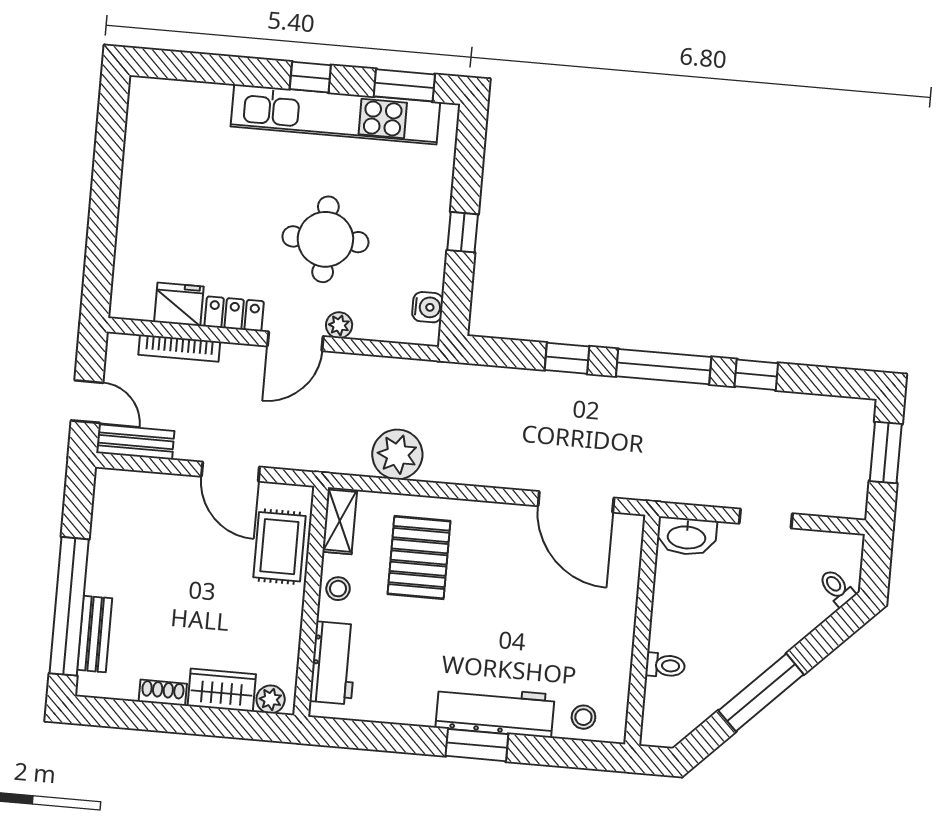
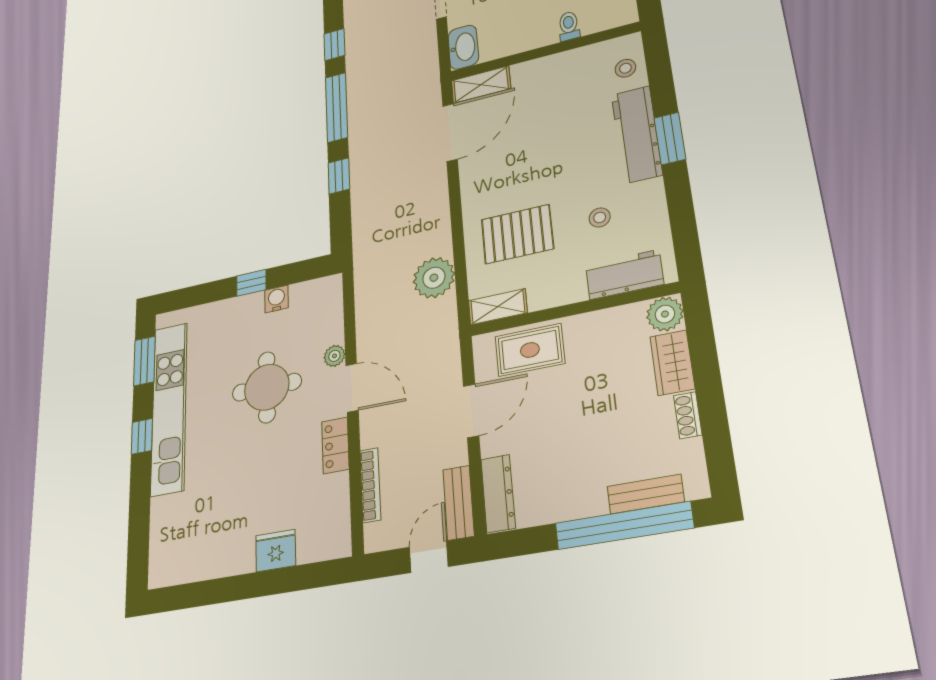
fridge: (179, 304) -> (276, 551), moved, turned 90
water cooler: (428, 307) -> (276, 299), moved
dresser: (134, 486) -> (498, 493), added
shelving: (626, 549) -> (481, 85), added
stool: (338, 589) -> (600, 217), moved
plant: (271, 699) -> (665, 314), width x1.38, depth x1.38

